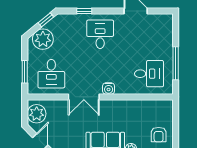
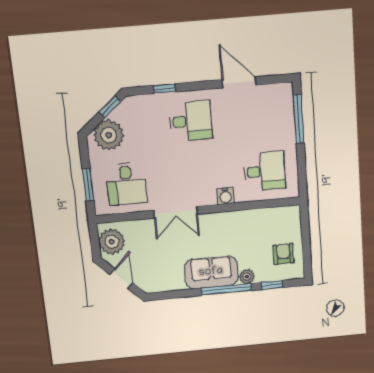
desk: (100, 34) -> (191, 121), turned 90
window: (176, 63) -> (299, 119), moved
water cooler: (109, 88) -> (225, 196), moved
armchair: (159, 135) -> (283, 254), turned 180

